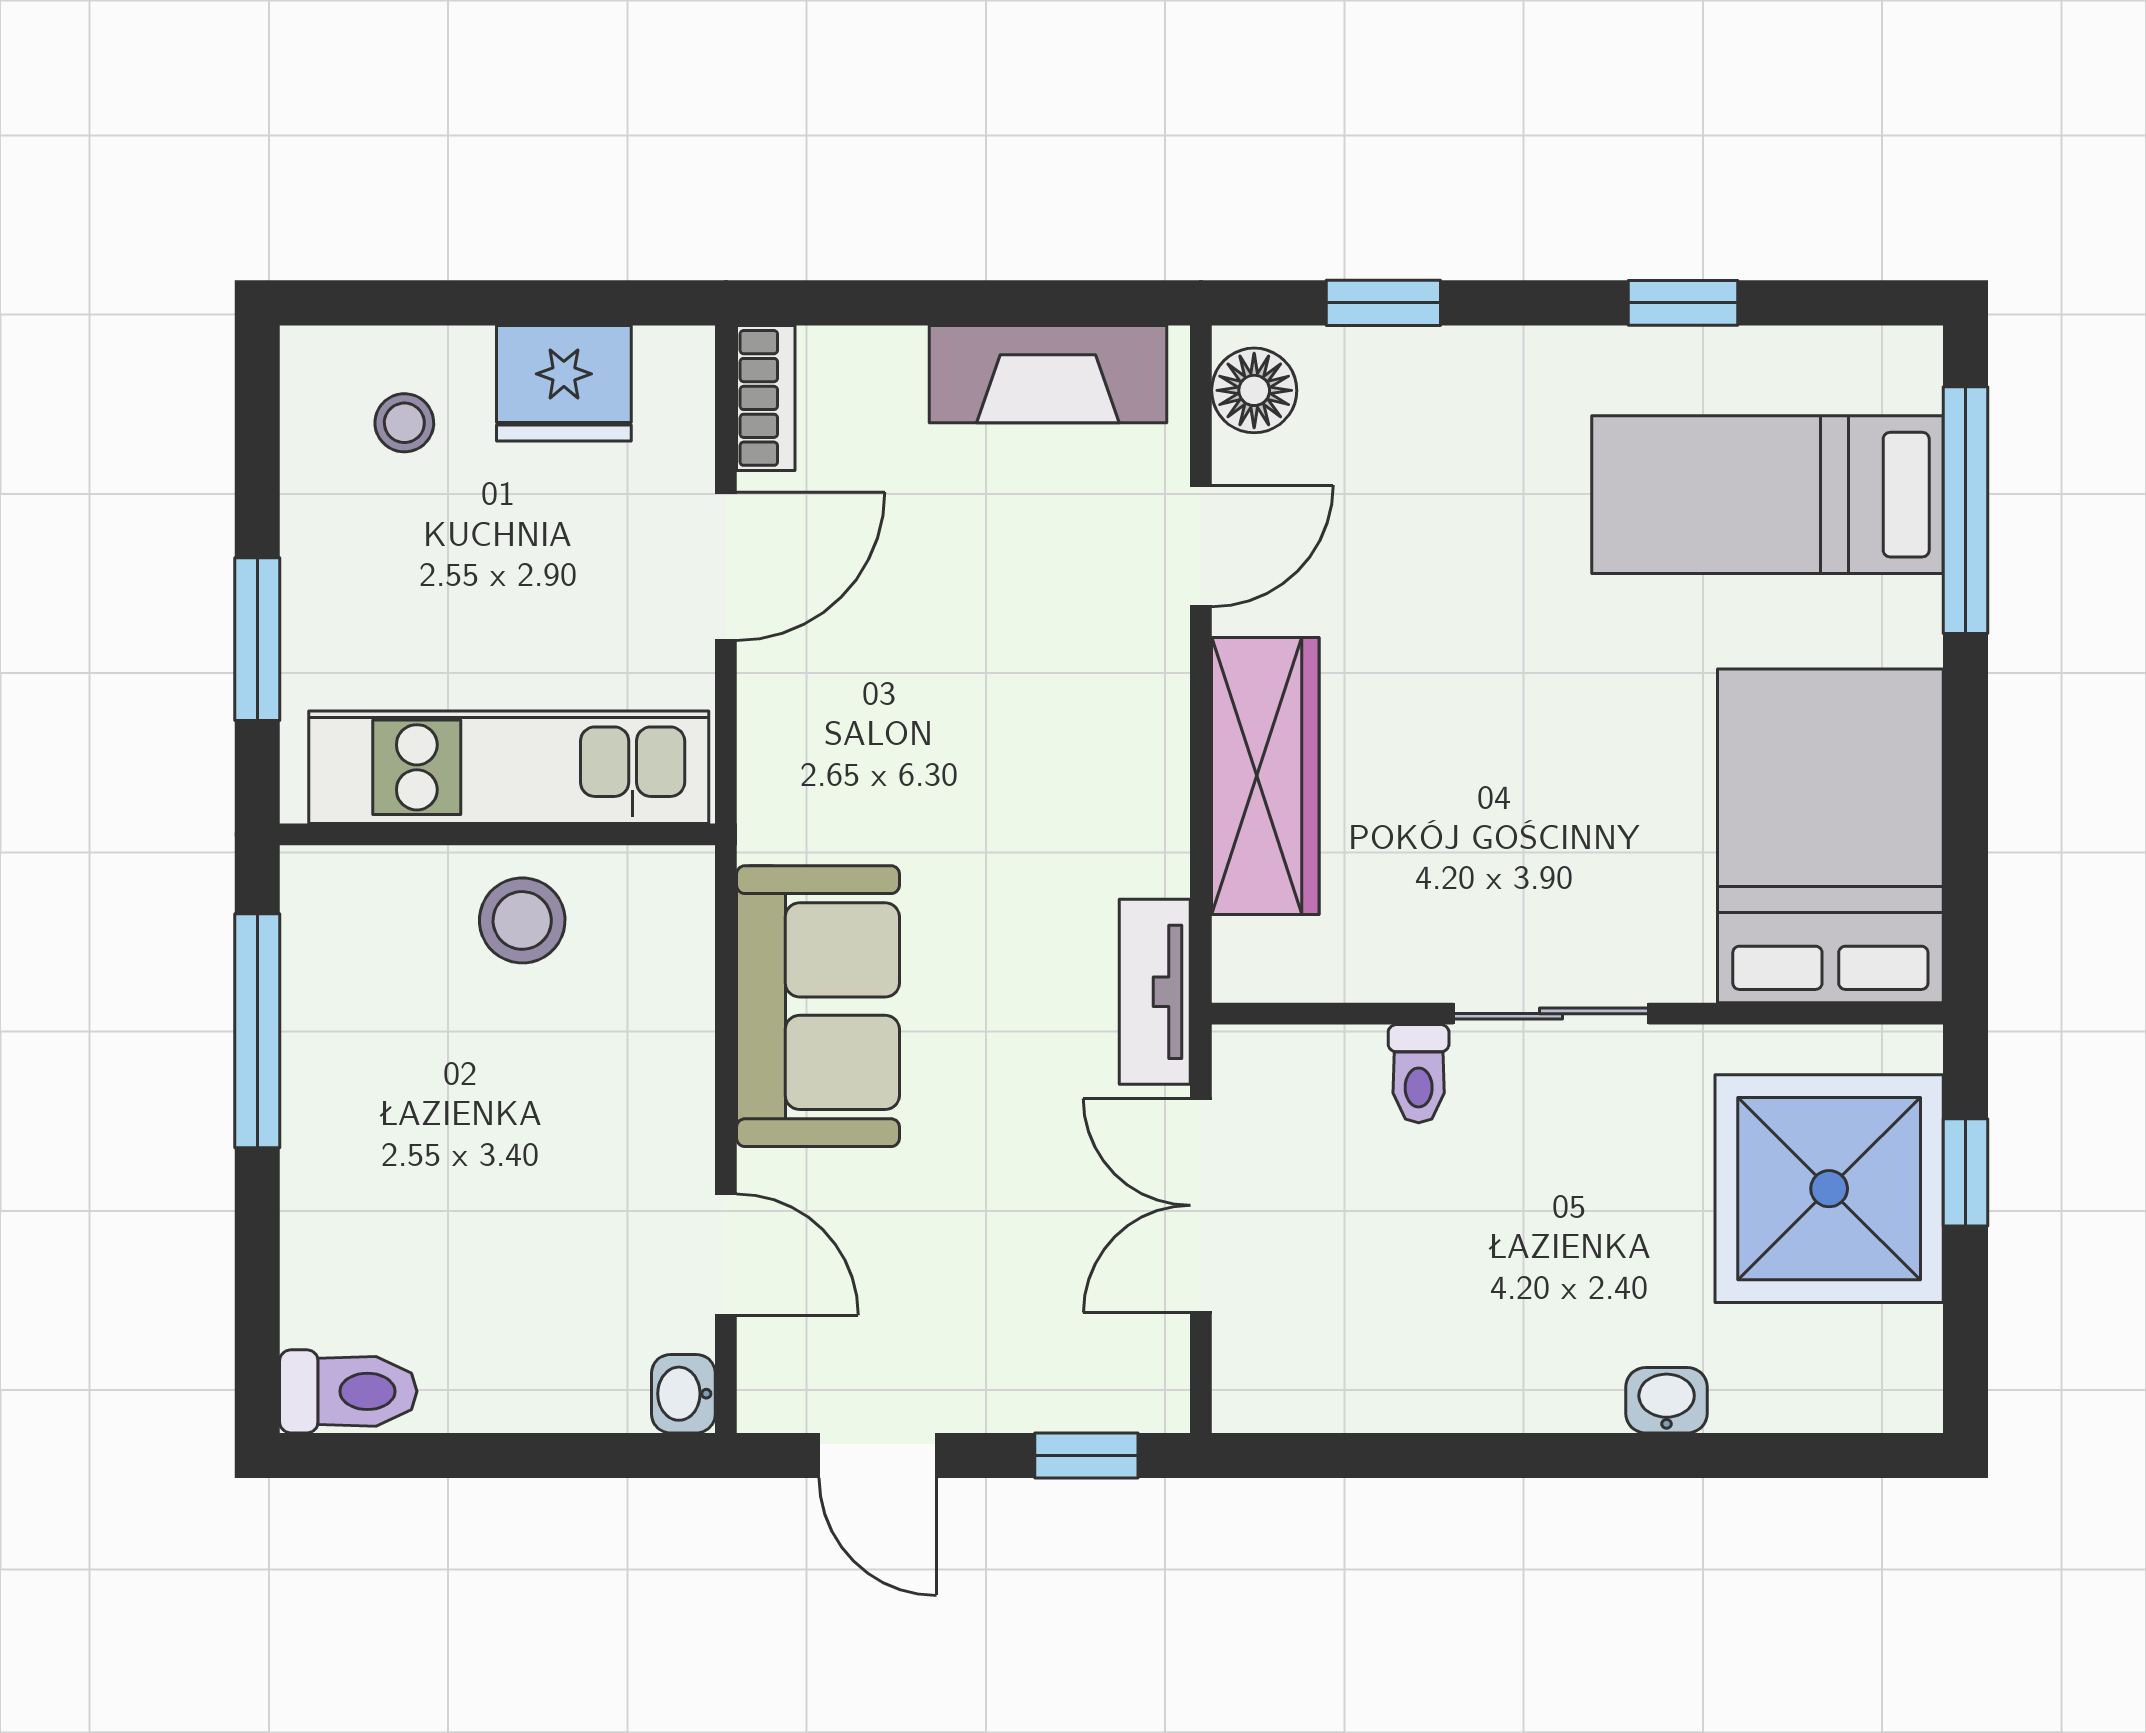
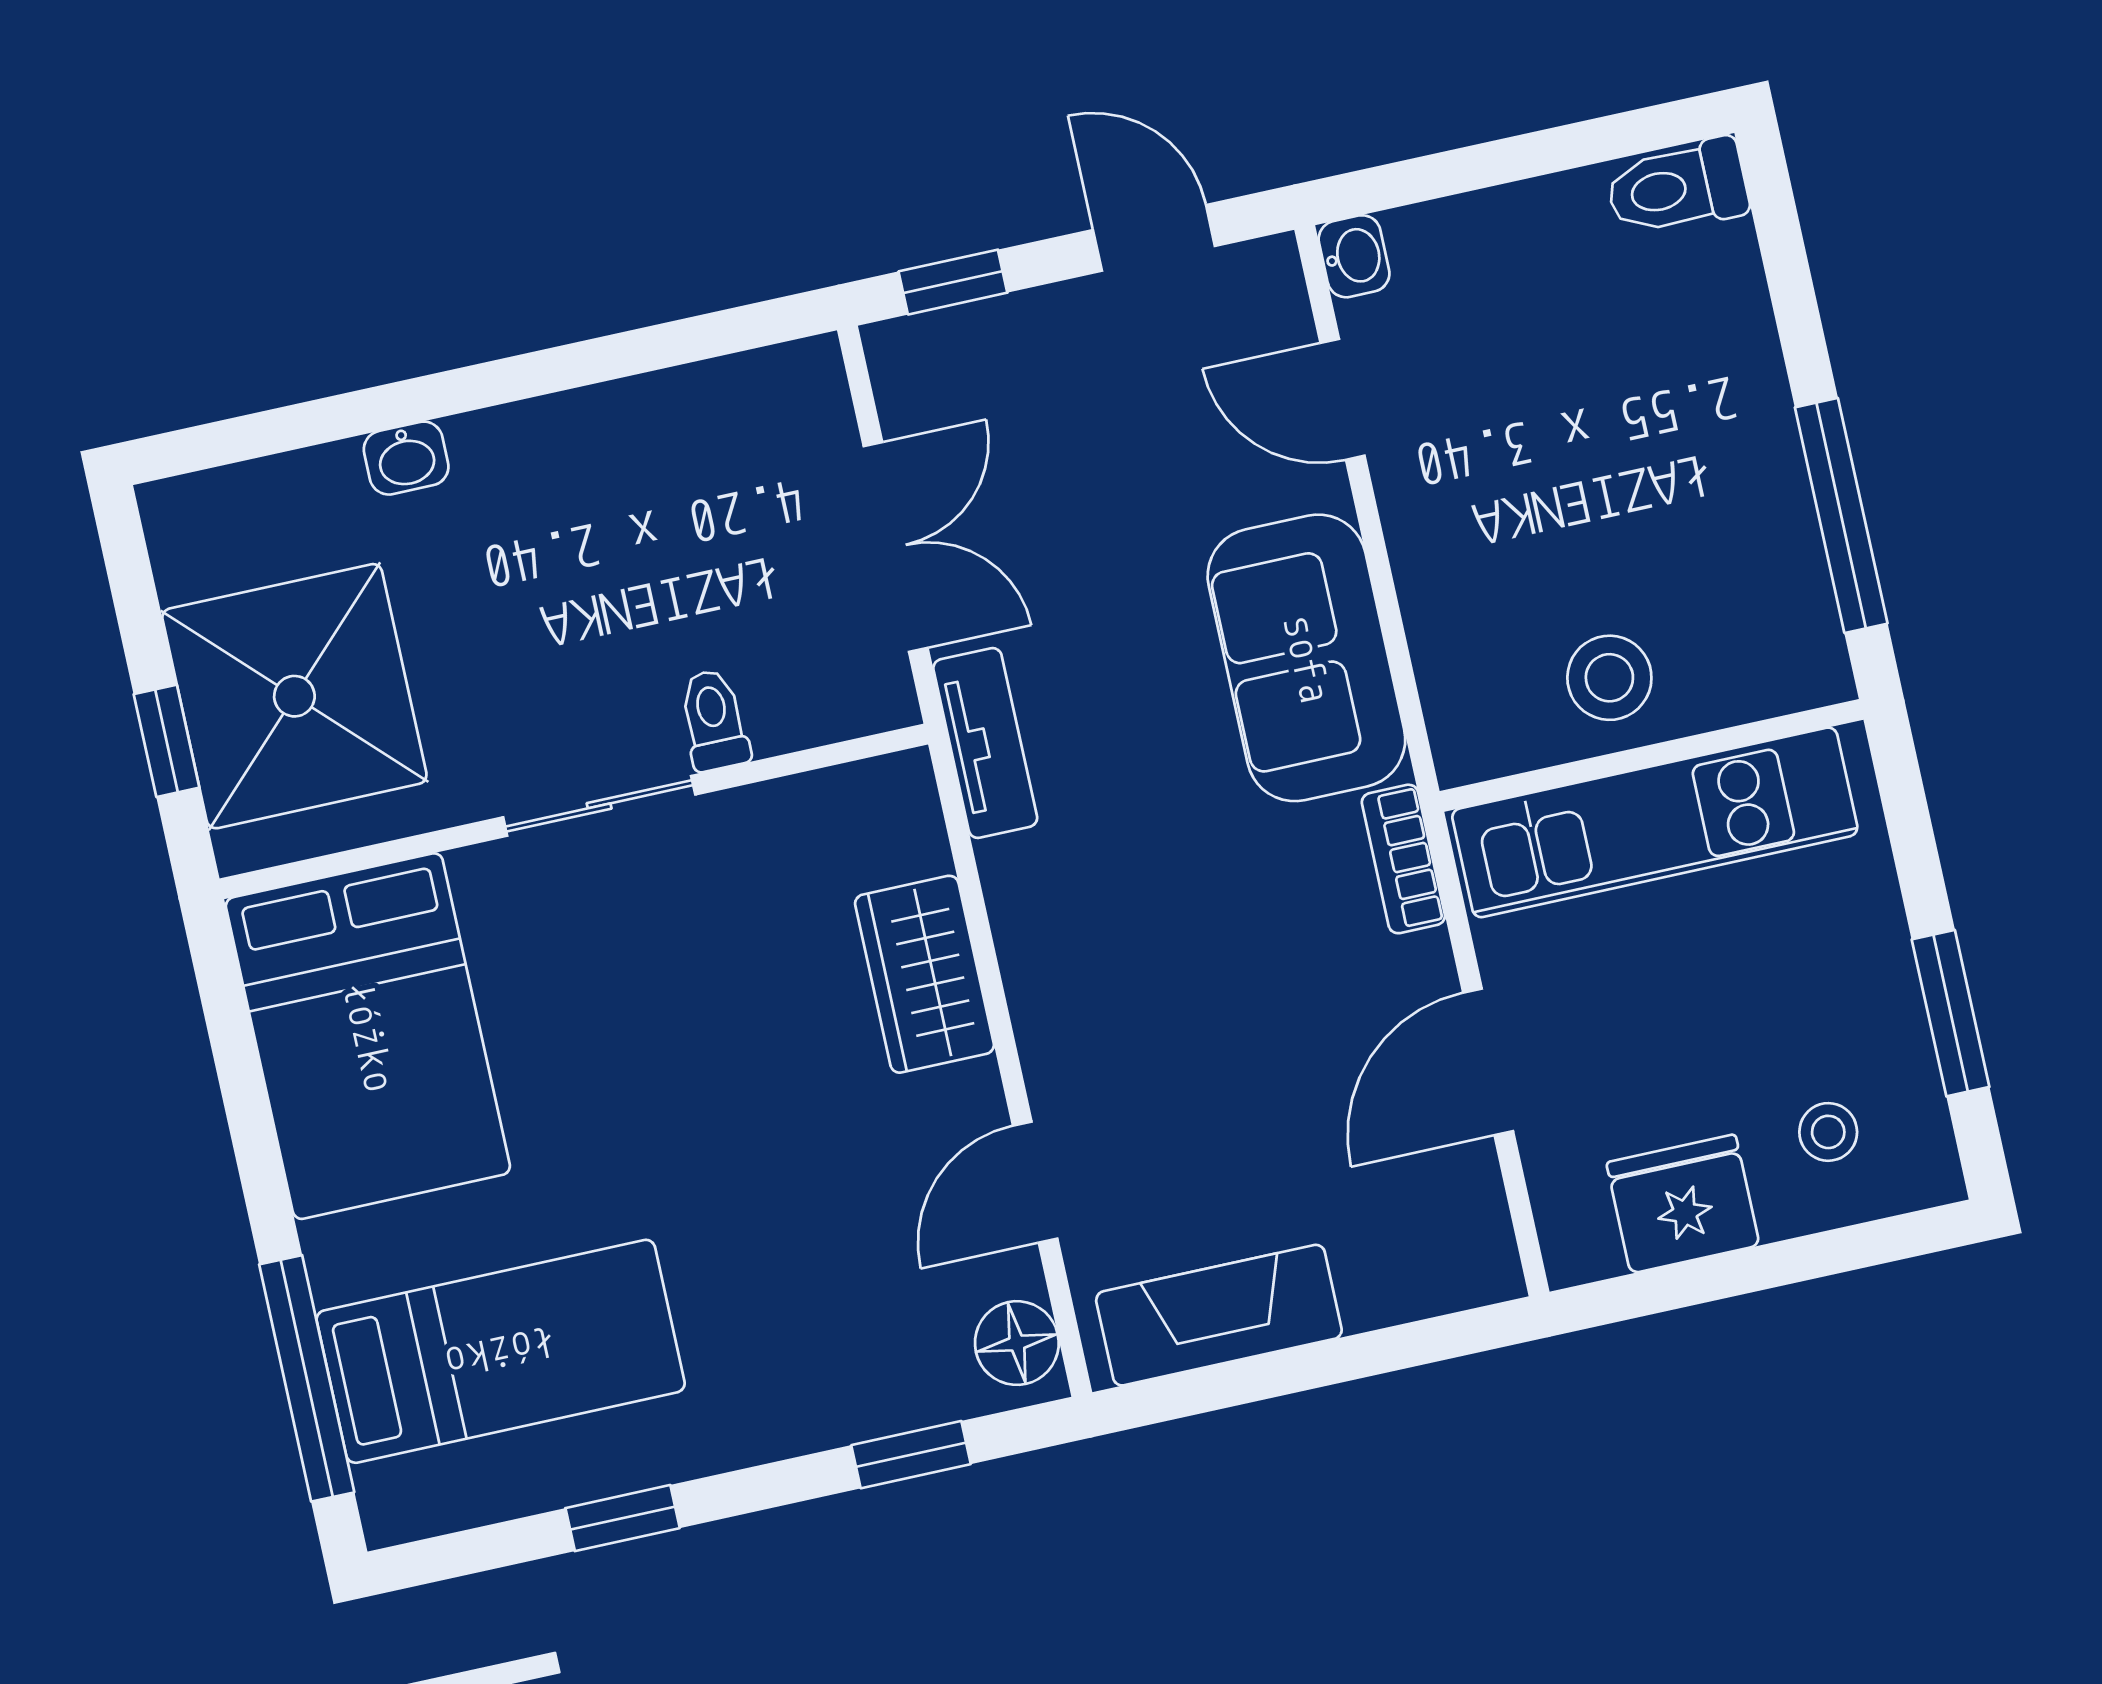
bookcase: (766, 398) -> (1403, 859), moved
window: (257, 639) -> (1951, 1013), moved
wardrobe: (1265, 776) -> (925, 974), width x0.67

